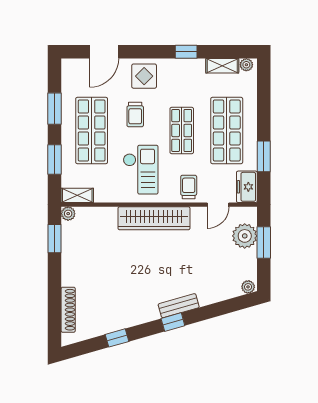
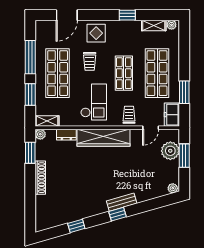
window: (55, 109) -> (30, 57), width x1.44
dresser: (104, 214) -> (66, 135), added
shoe rack: (68, 310) -> (40, 178), moved

